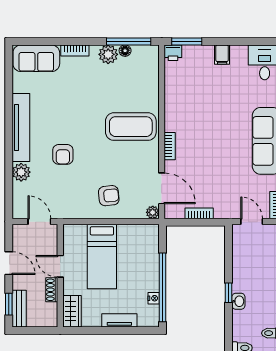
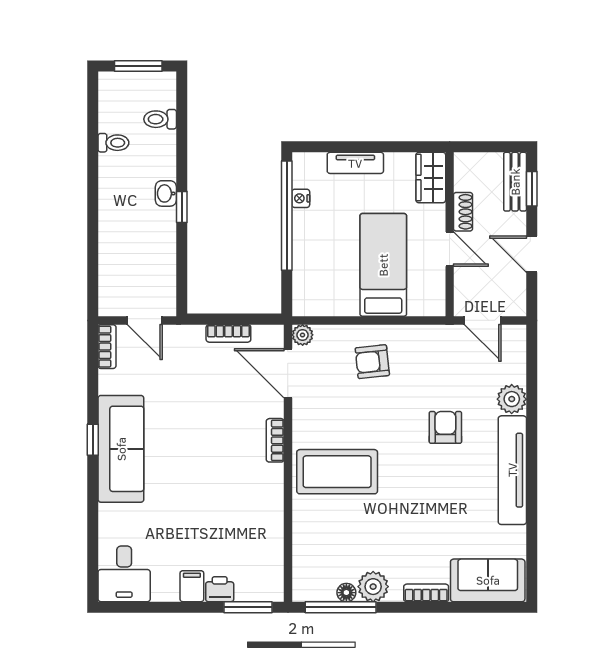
printer: (173, 53) -> (220, 589), moved

